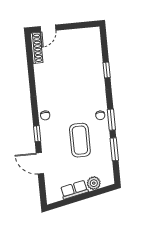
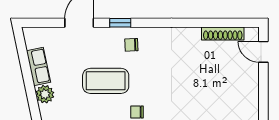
shoe rack: (37, 48) -> (223, 34), moved
chair: (45, 115) -> (131, 45), moved

